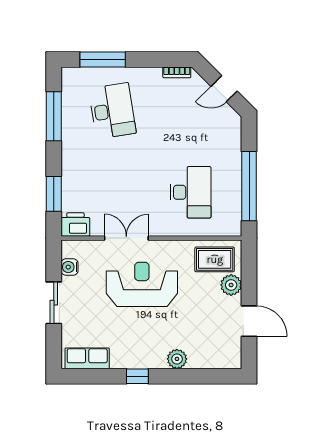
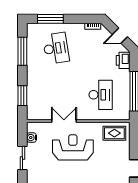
printer: (75, 224) -> (123, 60), moved, turned -90
plant: (231, 285) -> (124, 148), removed

